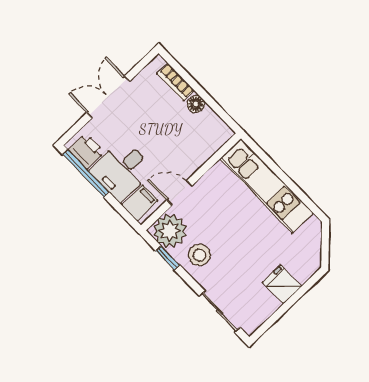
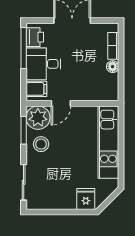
door: (179, 193) -> (61, 103), swing flipped
window: (168, 258) -> (24, 130), width x1.50
fridge: (282, 284) -> (86, 199), moved

